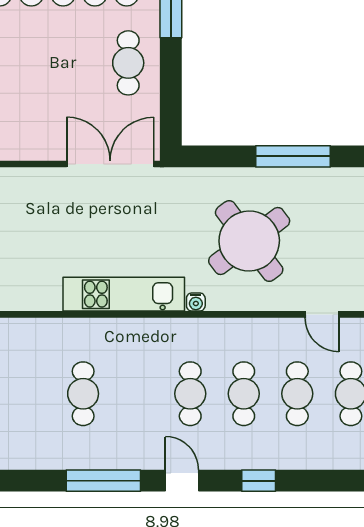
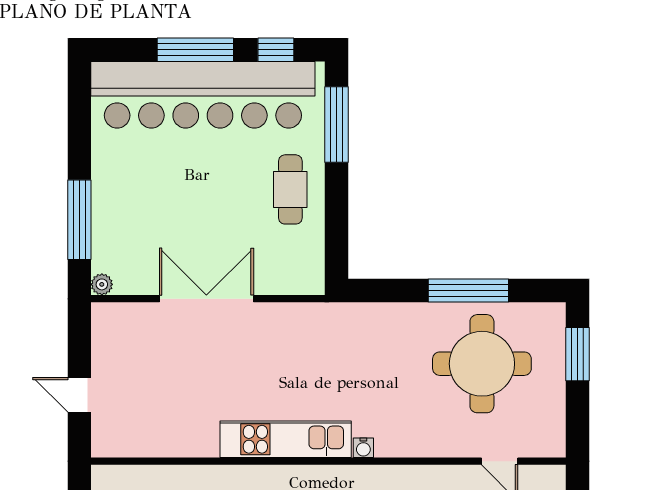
double door: (110, 164) -> (206, 299), moved
round table: (249, 241) -> (482, 364), moved, turned 37

